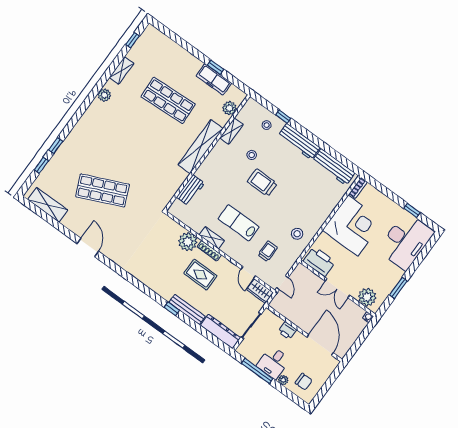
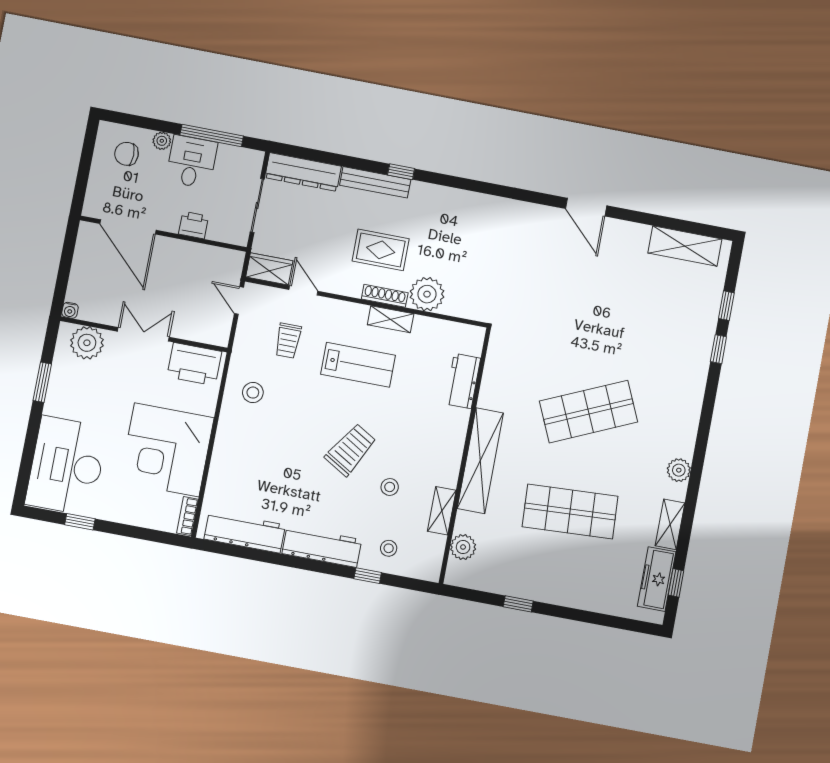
freezer: (214, 79) -> (657, 579), moved, turned -90
trolley: (262, 183) -> (351, 450), turned -59
shop shelf: (102, 190) -> (589, 412), moved

